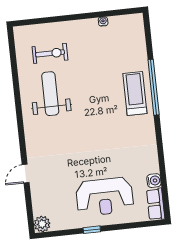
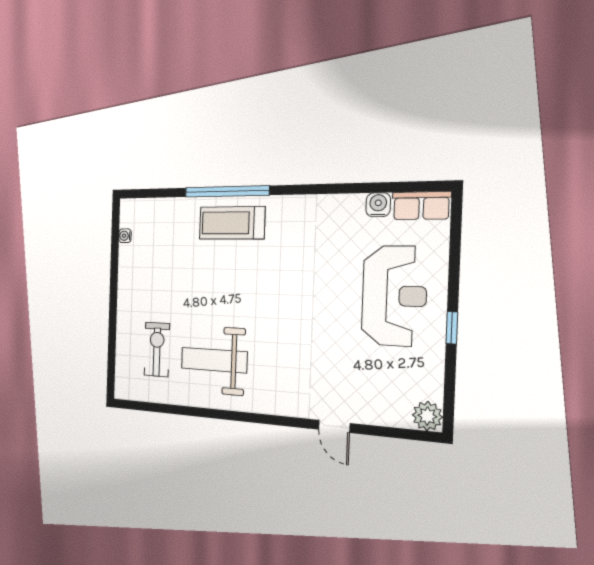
water cooler: (103, 22) -> (125, 236), moved

